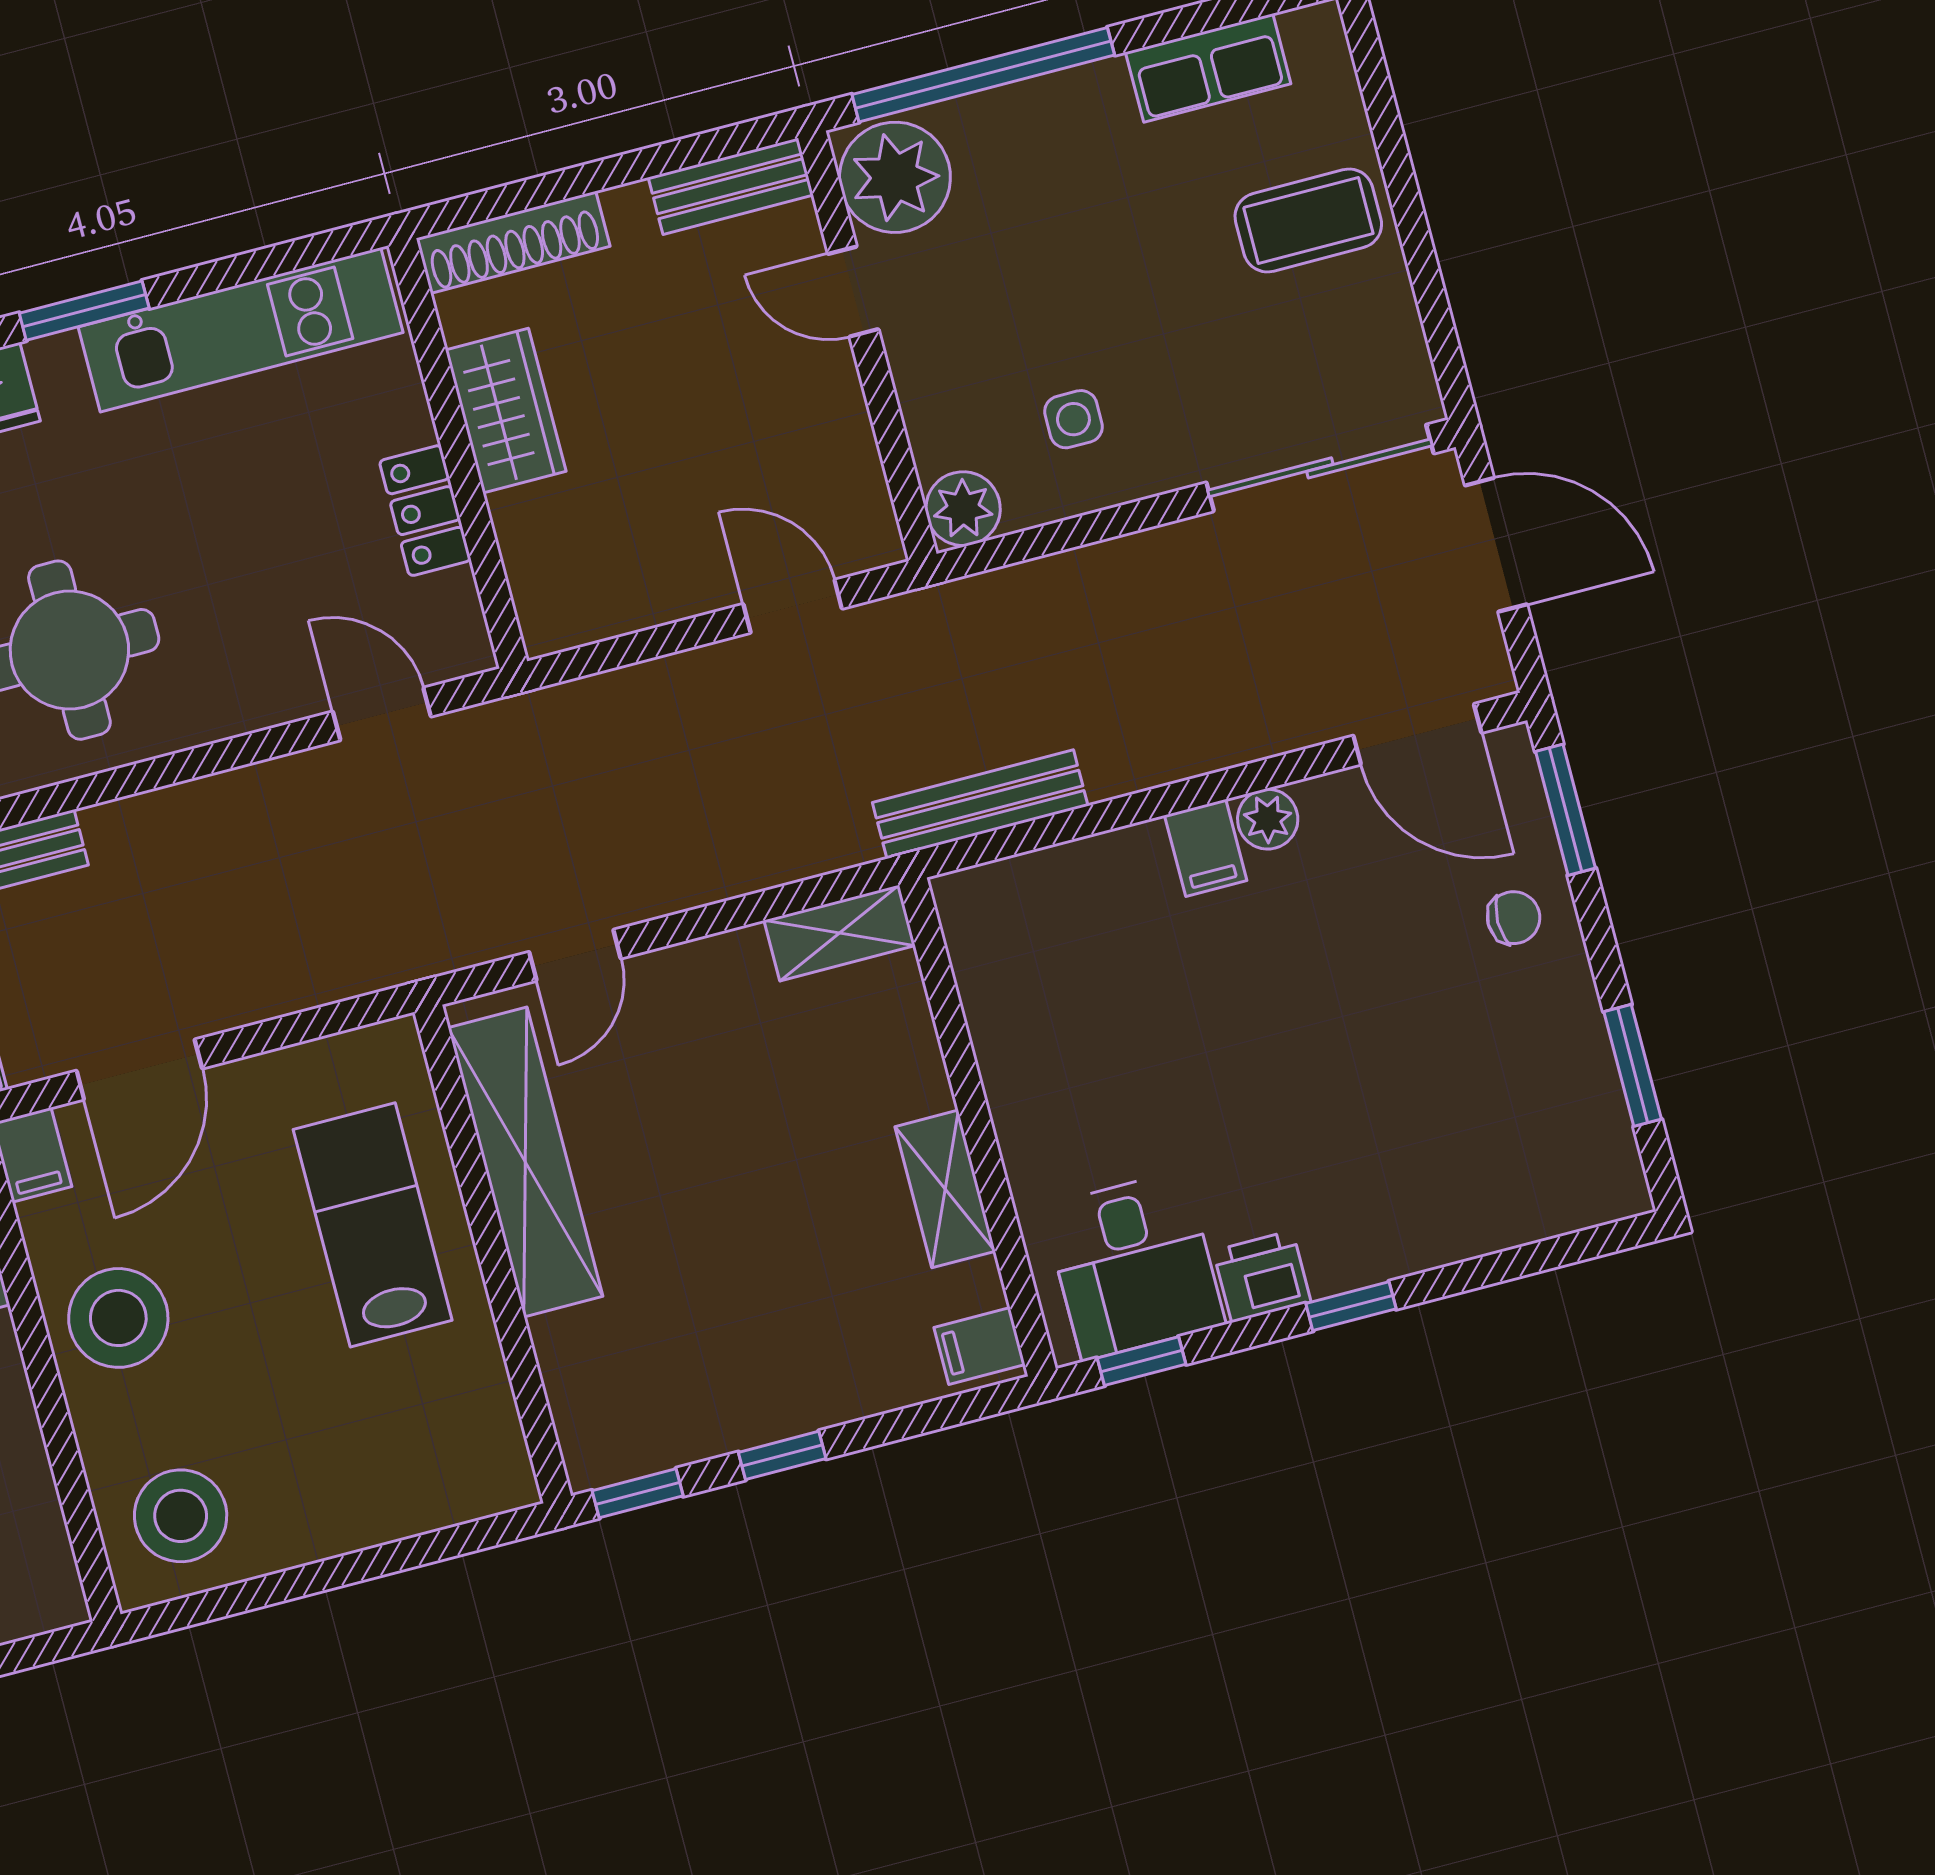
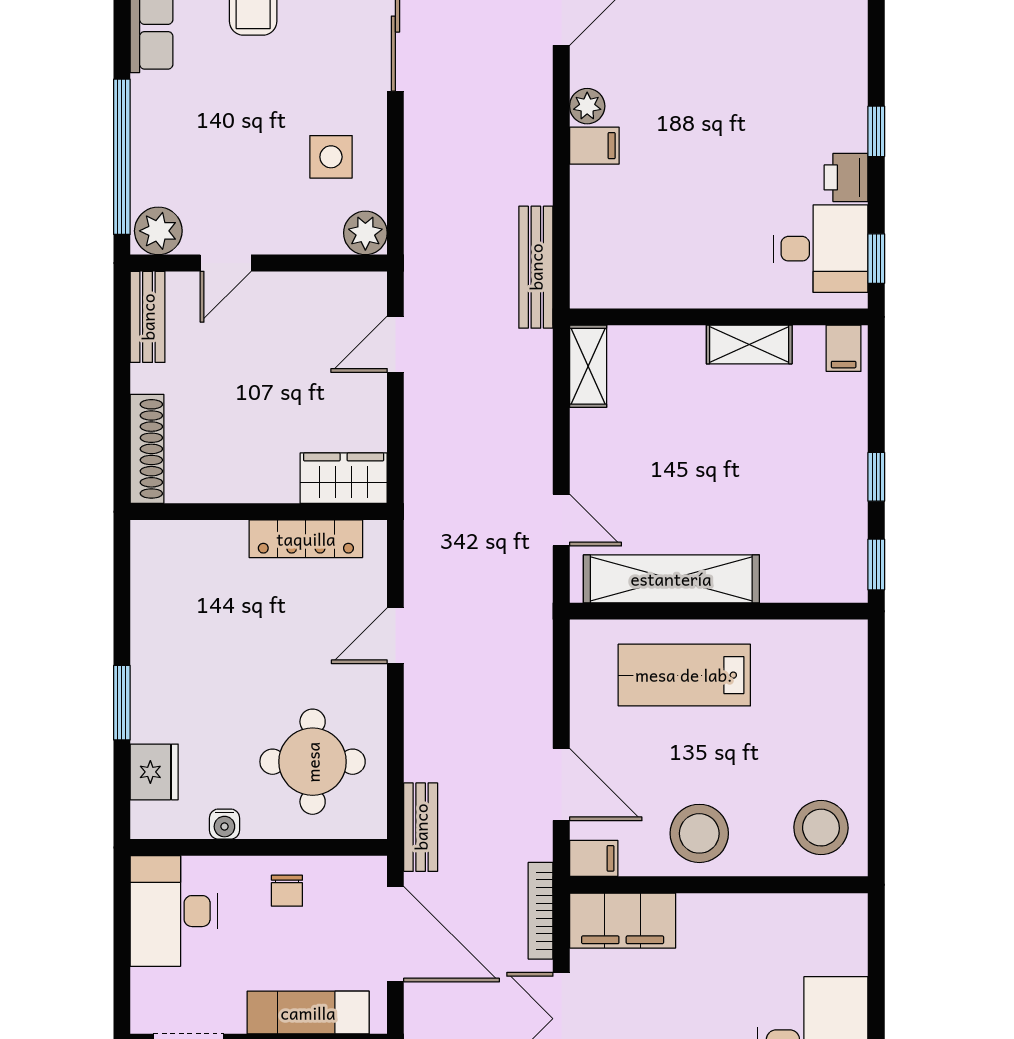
plant: (895, 177) -> (158, 231), width x0.73, depth x0.73
kitchen unit: (241, 330) -> (156, 617), removed
wardrobe: (506, 411) -> (344, 478), moved
side table: (1073, 419) -> (331, 157), width x1.37, depth x1.37
locker: (425, 511) -> (306, 539), width x1.53
door: (382, 714) -> (395, 636), moved

